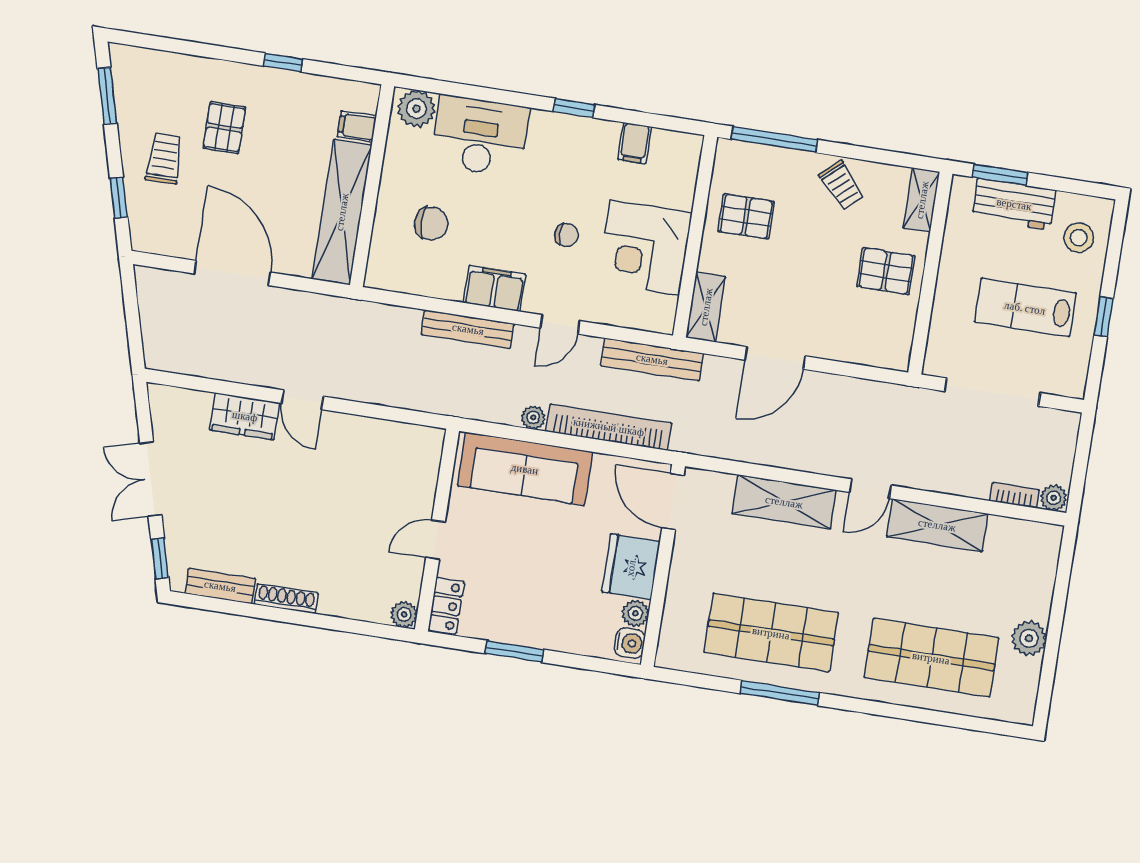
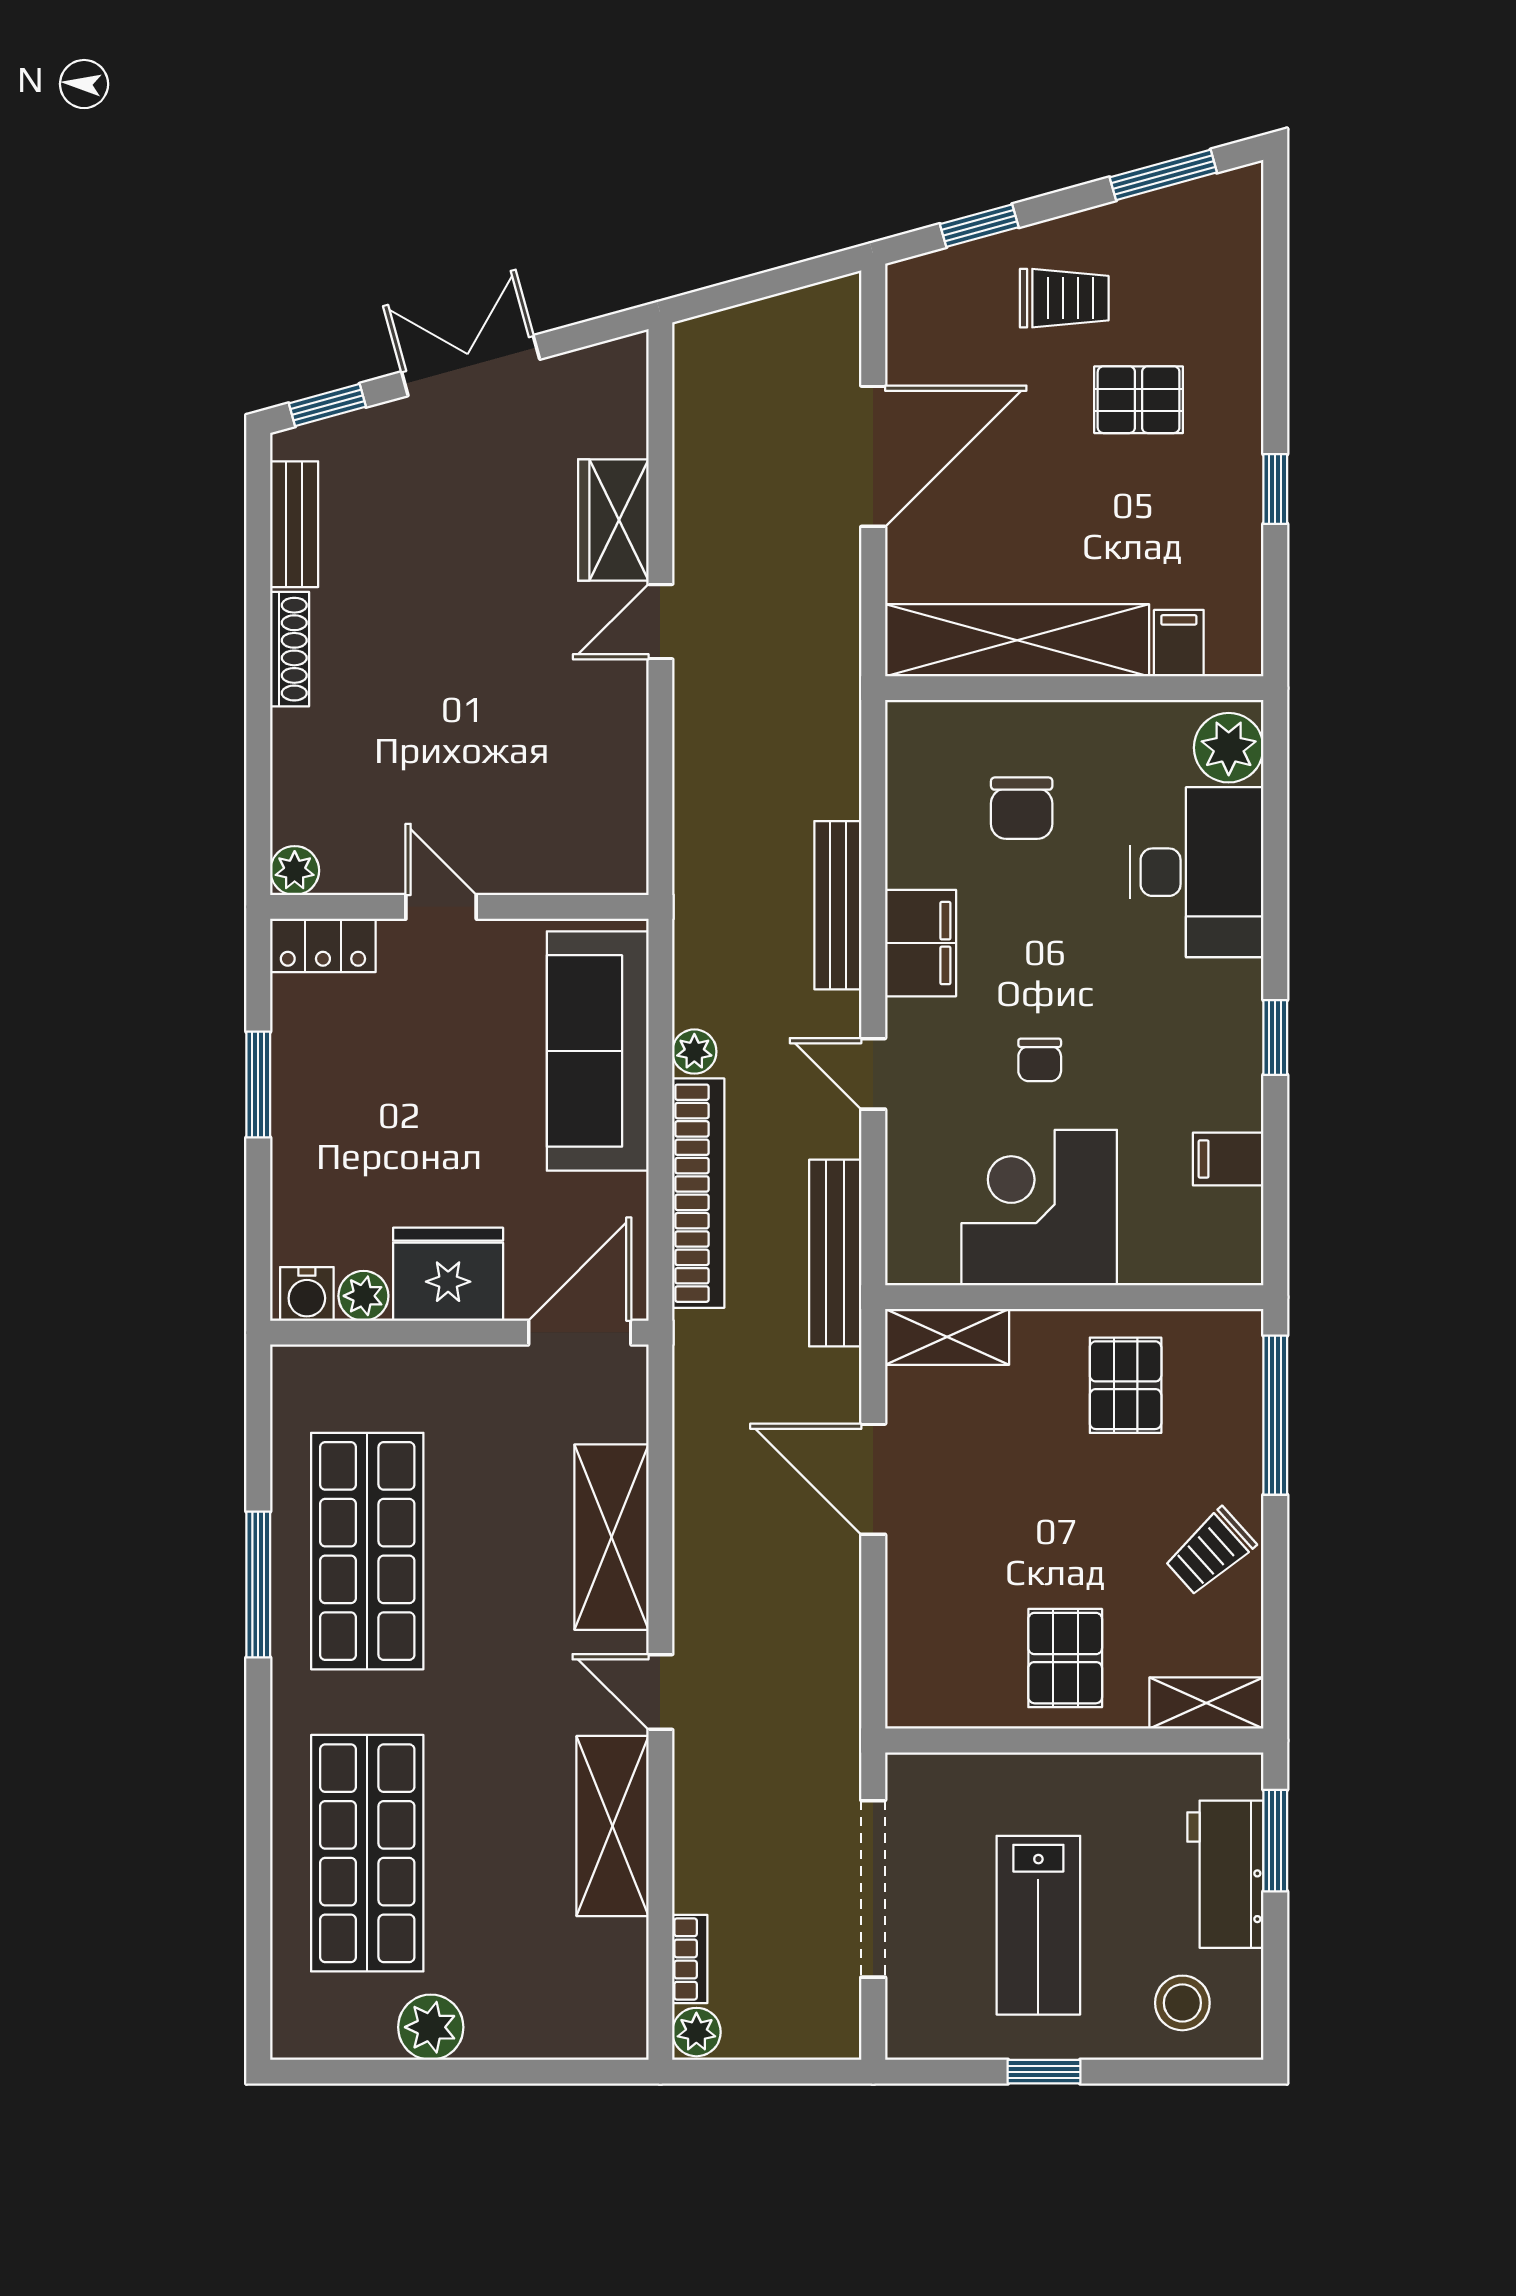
lab bench: (1025, 308) -> (1038, 1925), turned 180

